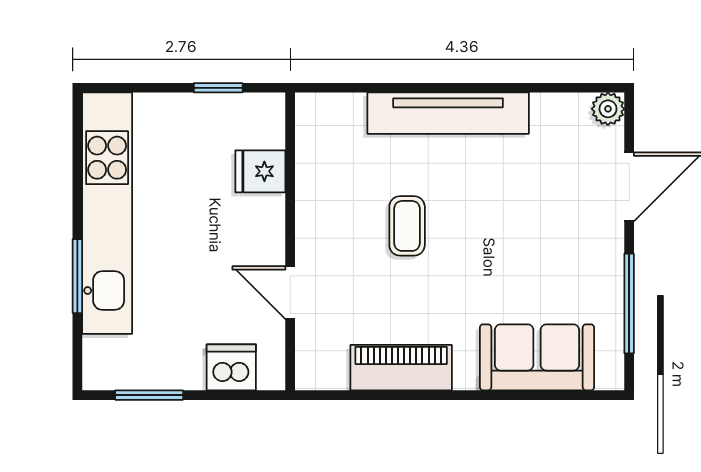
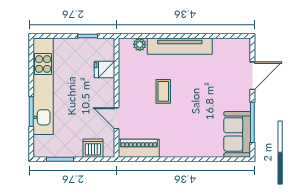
plant: (608, 109) -> (140, 44), moved
sofa: (537, 357) -> (237, 134), moved, turned -90
piano: (401, 368) -> (139, 148), moved

